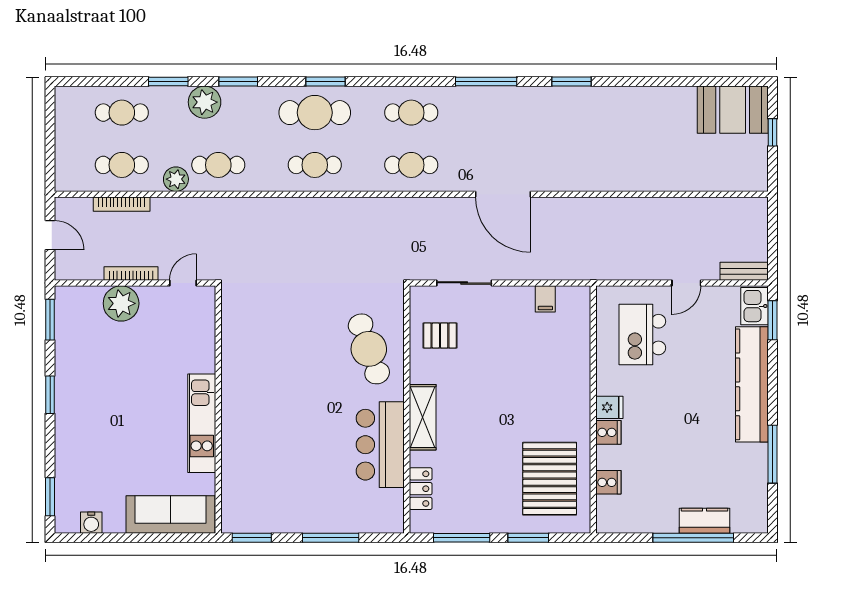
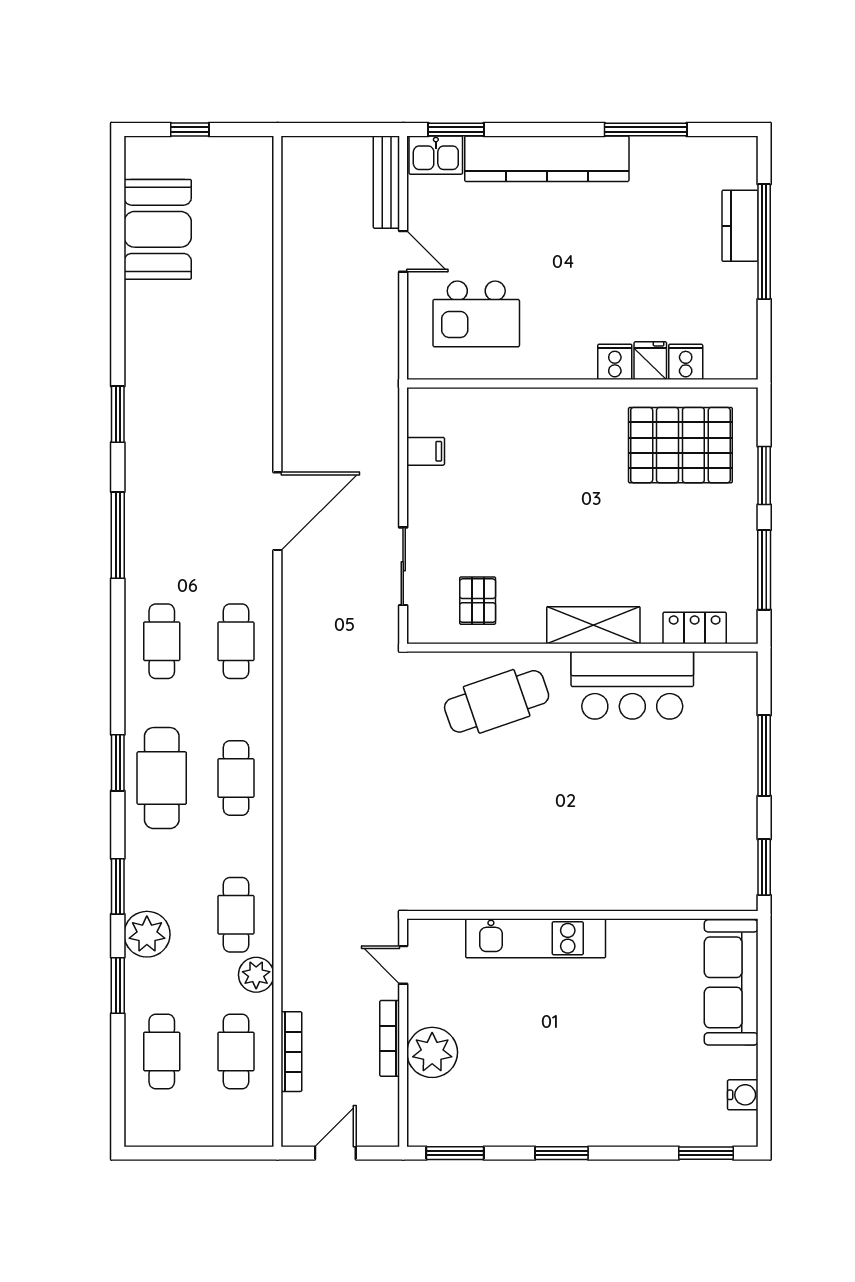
booth: (733, 110) -> (158, 229), moved
bench: (744, 271) -> (386, 182), width x1.36
fridge: (609, 407) -> (650, 361), moved
kitchen unit: (202, 423) -> (536, 938), moved

